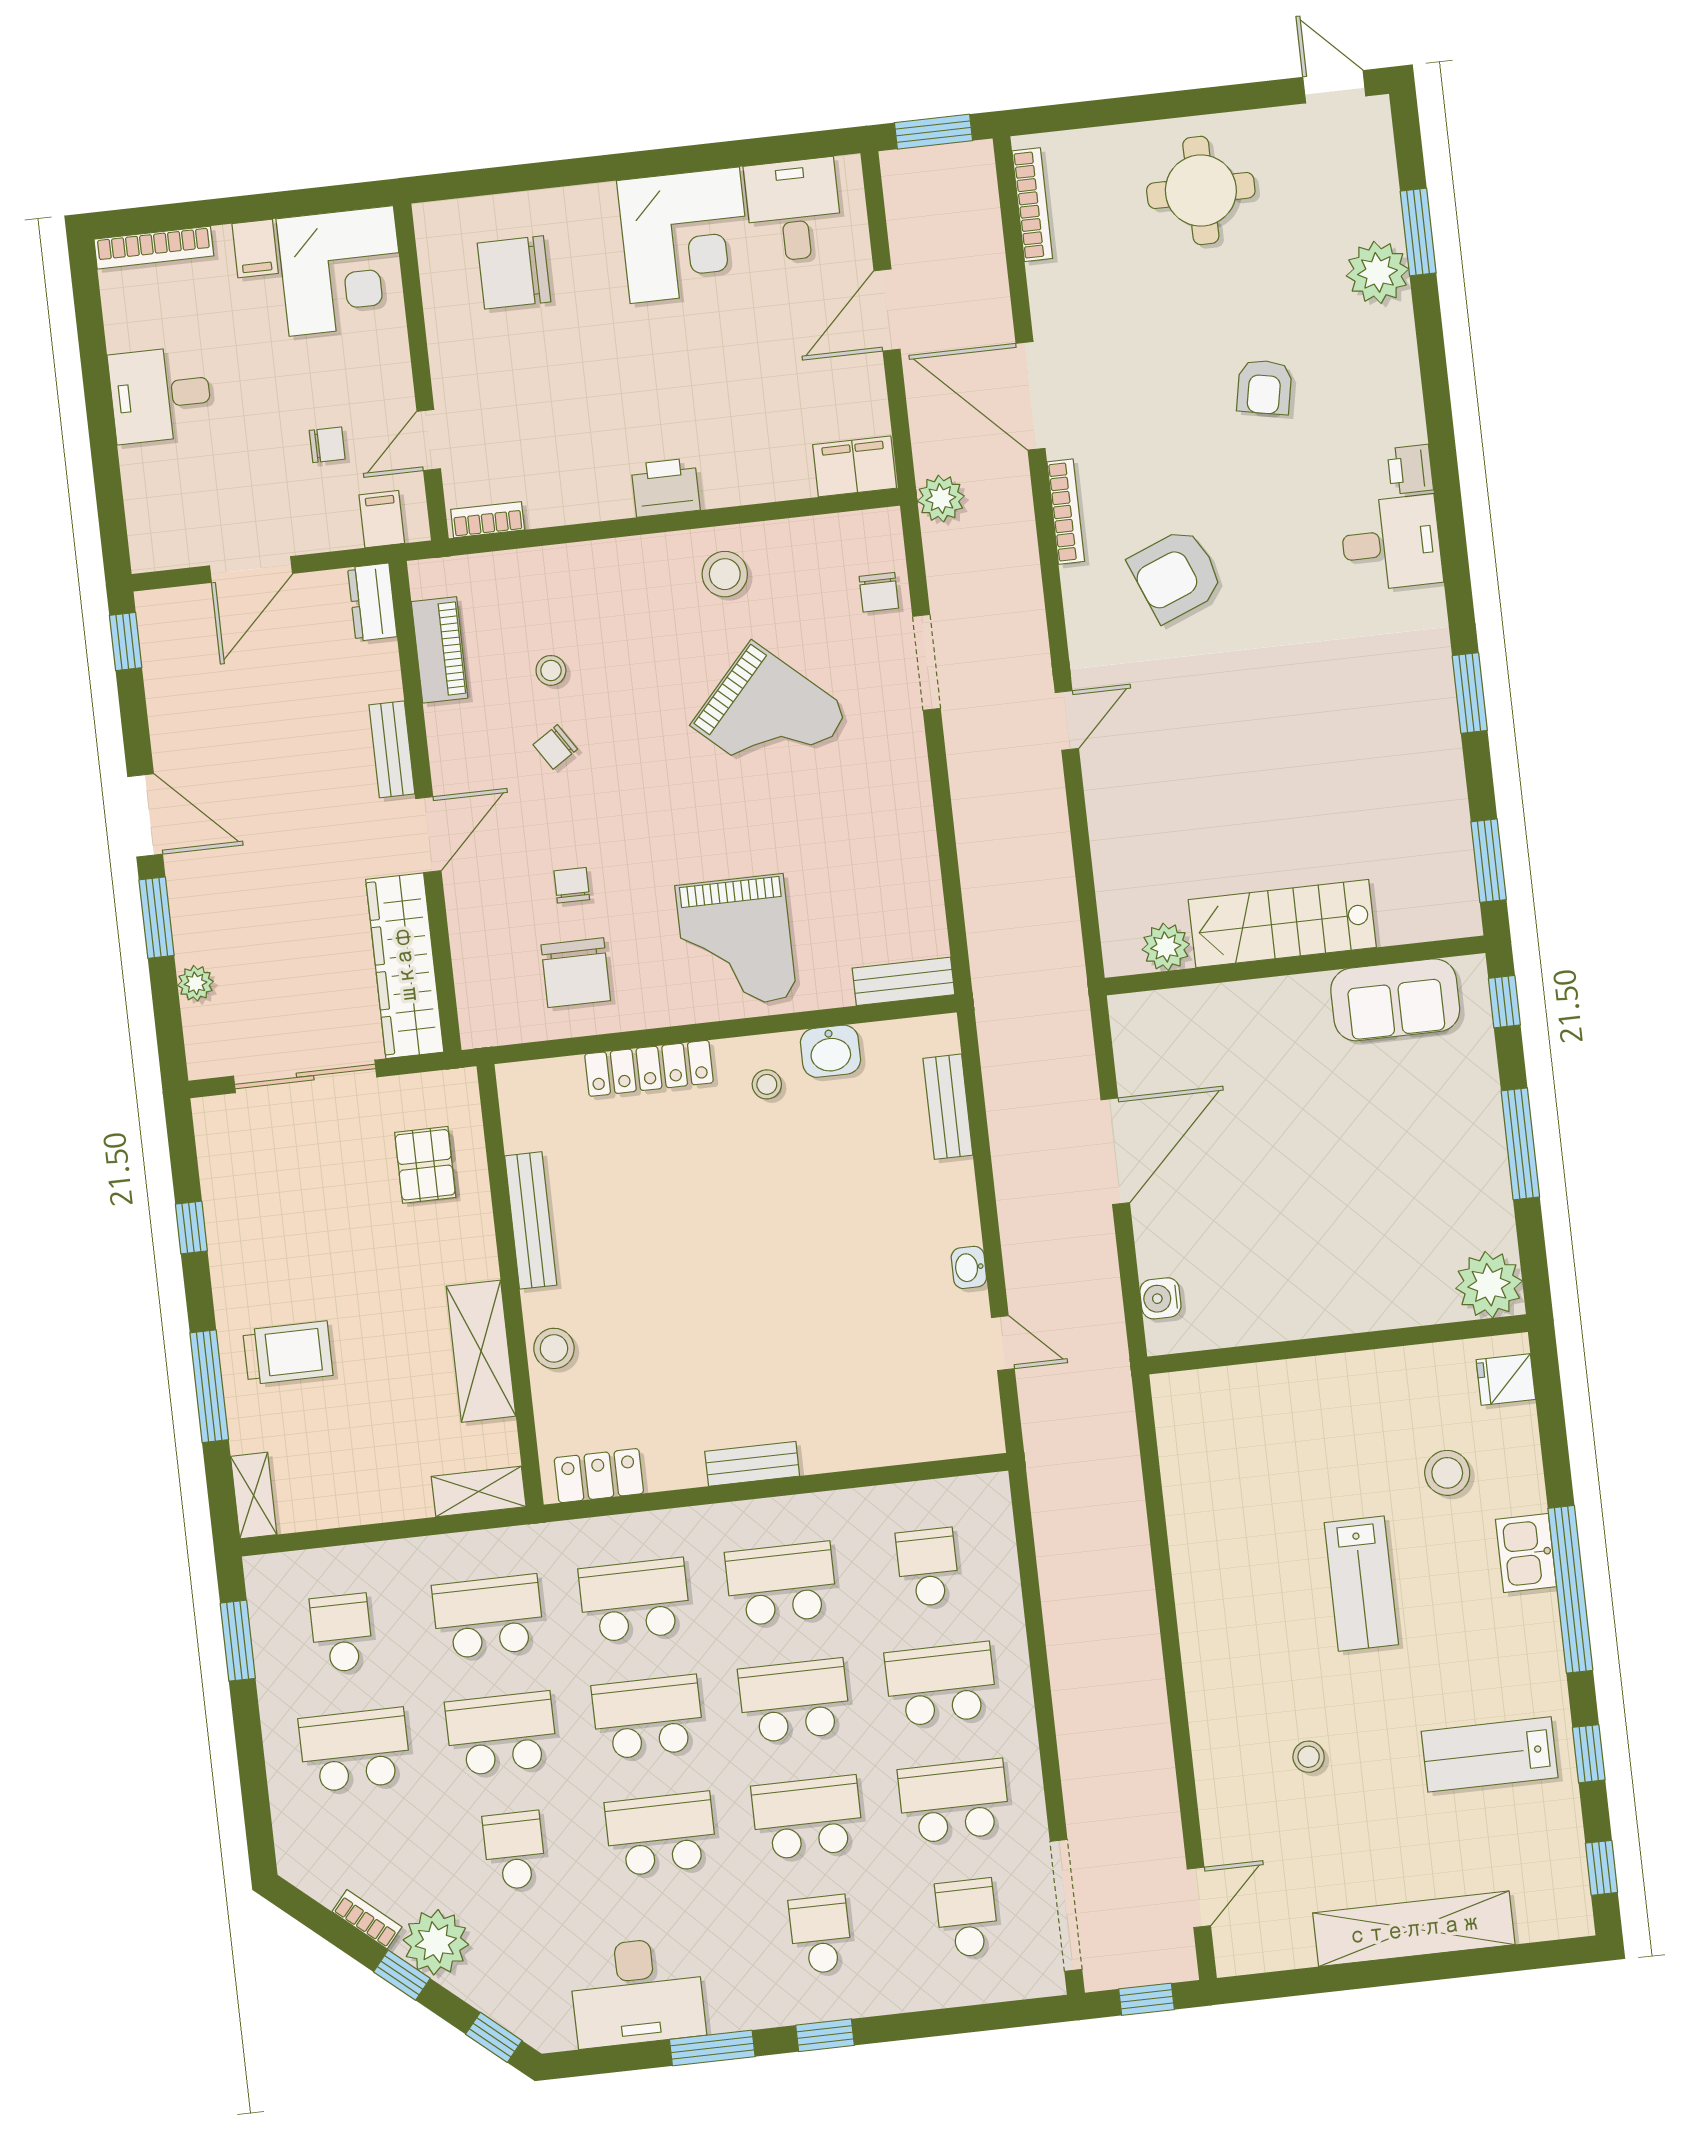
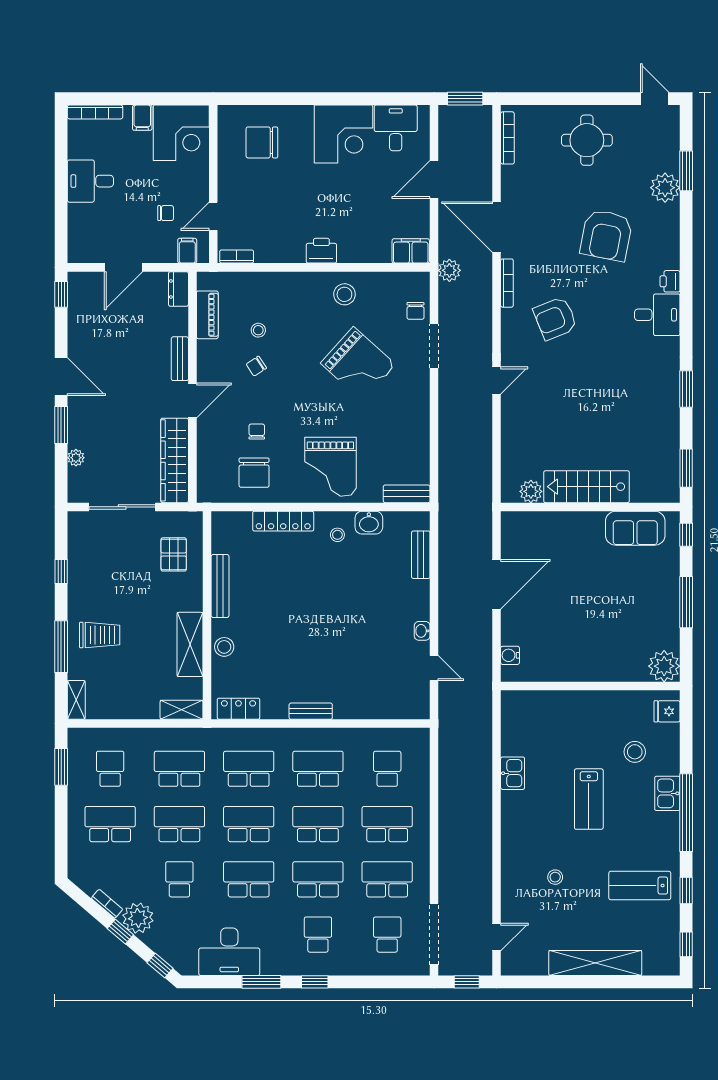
armchair: (1264, 387) -> (606, 235), width x1.88, depth x1.88
kitchen sink: (1194, 1547) -> (513, 773), added

